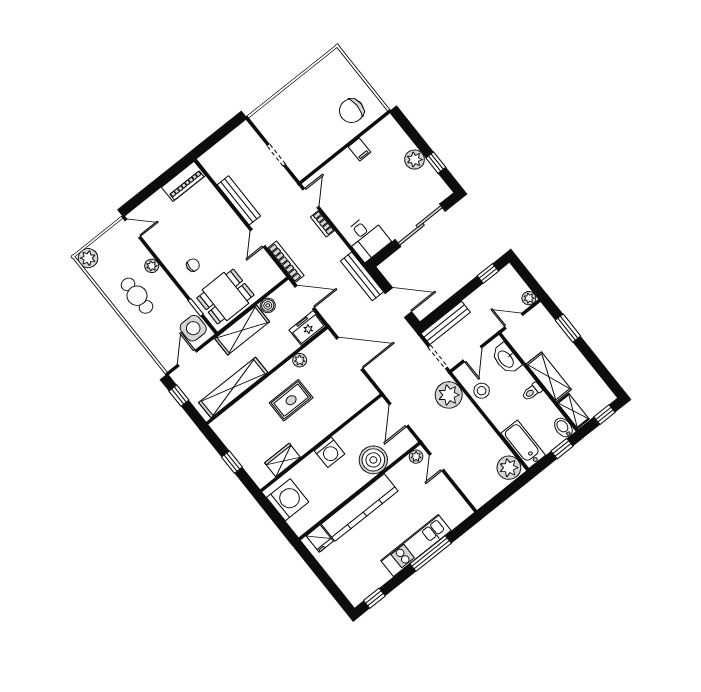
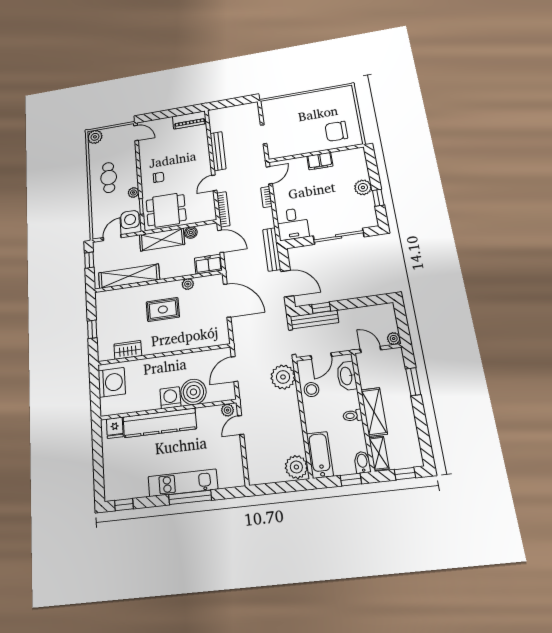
filing cabinet: (360, 149) -> (320, 161), width x2.00
plant: (152, 266) -> (133, 192), moved
window: (488, 274) -> (321, 308), moved
washing machine: (330, 452) -> (170, 398), moved, turned 180

